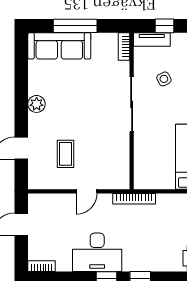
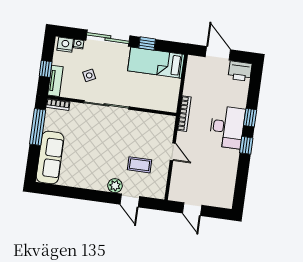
window: (75, 26) -> (38, 127), moved
plant: (37, 104) -> (115, 186), moved
desk: (97, 252) -> (227, 127), moved
bookcase: (42, 266) -> (229, 197), removed

